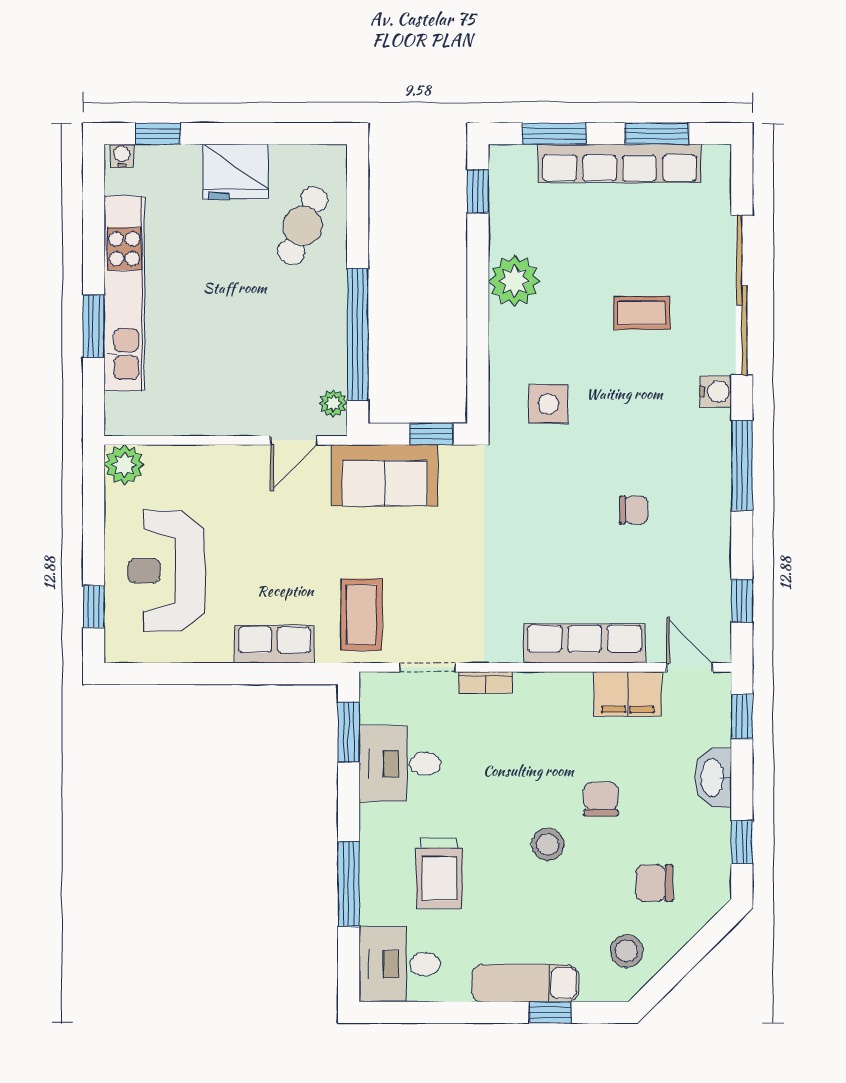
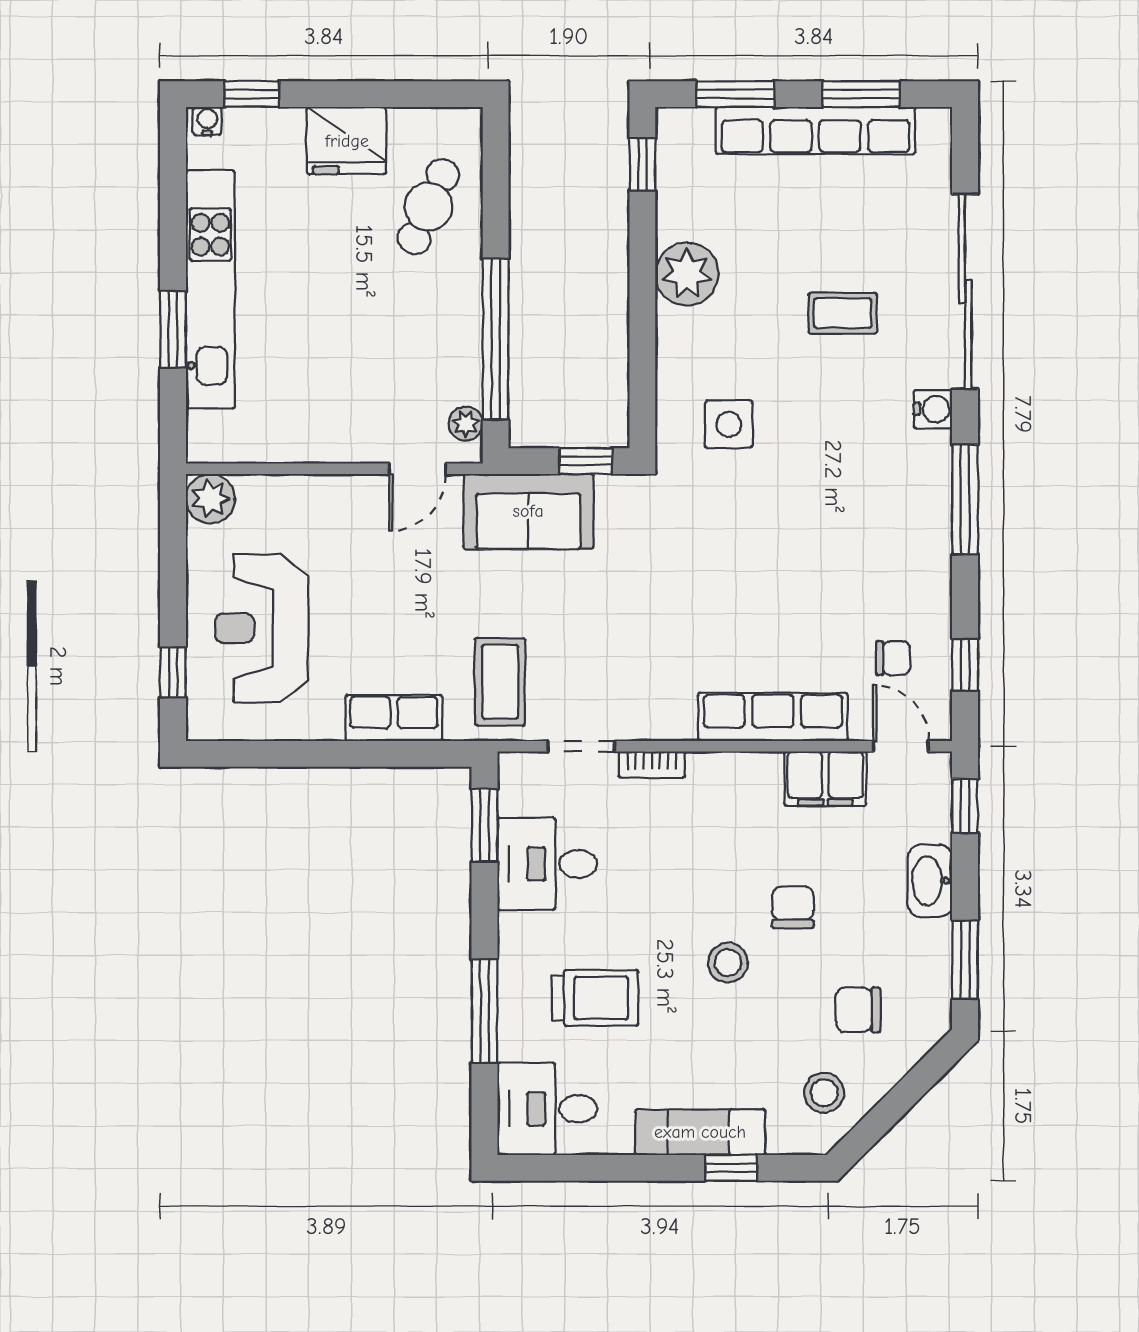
chair: (634, 510) -> (893, 658), moved
window: (742, 842) -> (965, 960), width x1.50
trolley: (439, 873) -> (595, 998), turned -90

